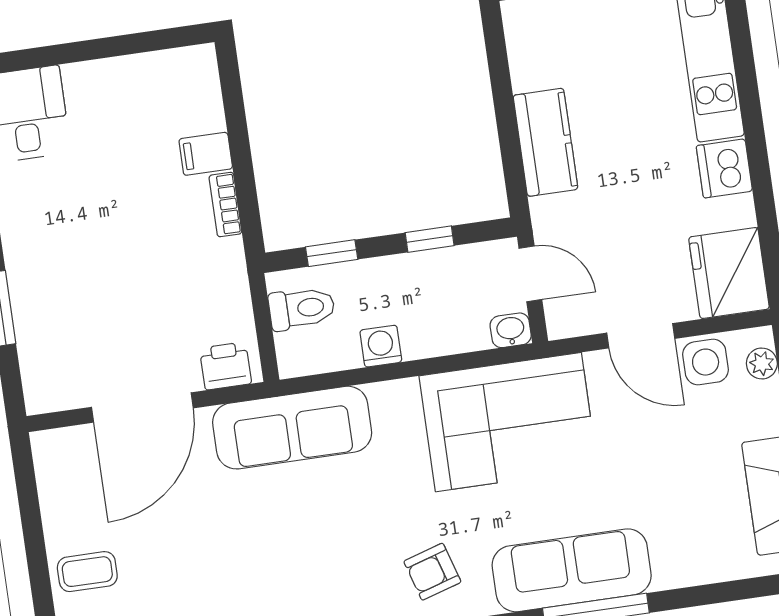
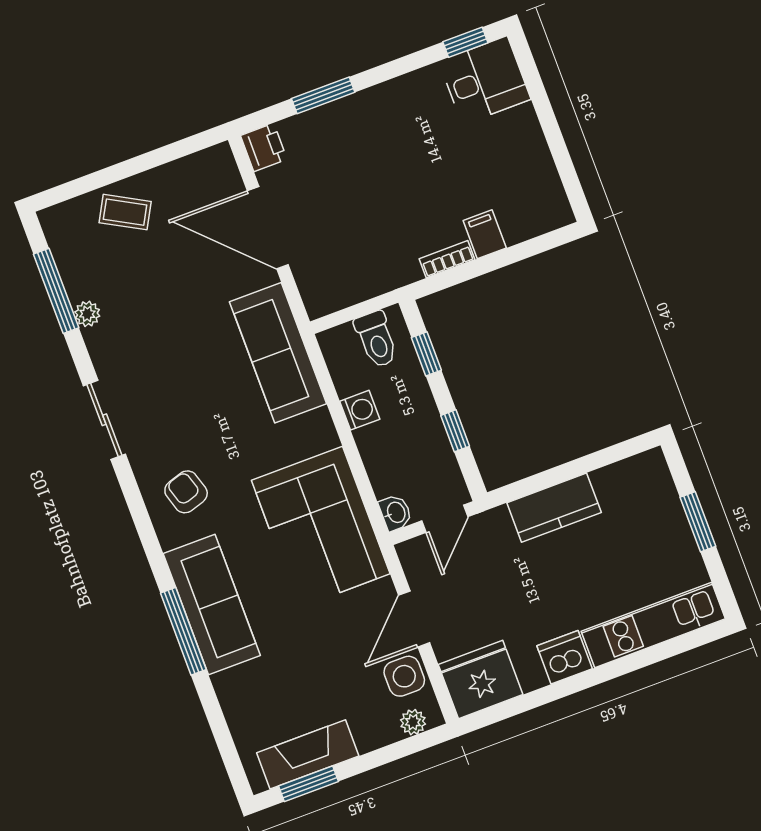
printer: (226, 366) -> (264, 147), moved
coffee table: (87, 572) -> (125, 212), turned -61

